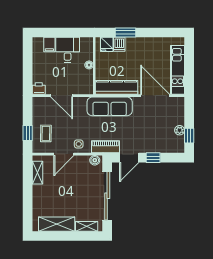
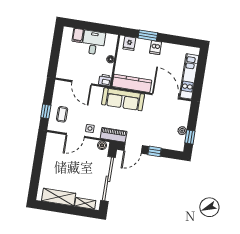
dishwasher: (119, 44) -> (156, 48), moved
printer: (39, 89) -> (105, 80), moved
shelving: (37, 173) -> (49, 148), removed

